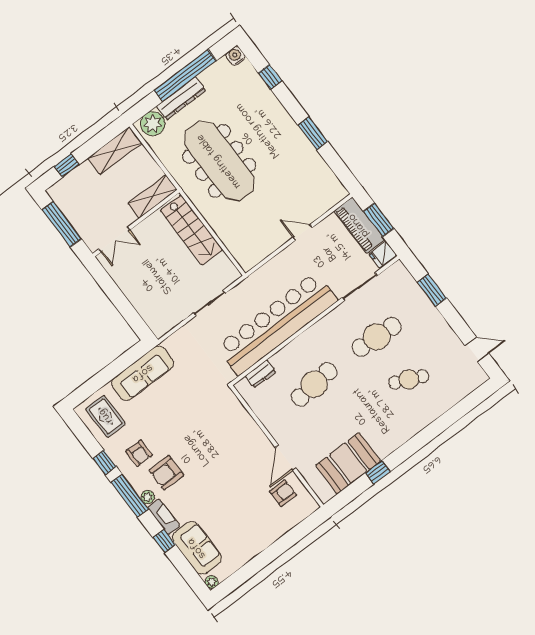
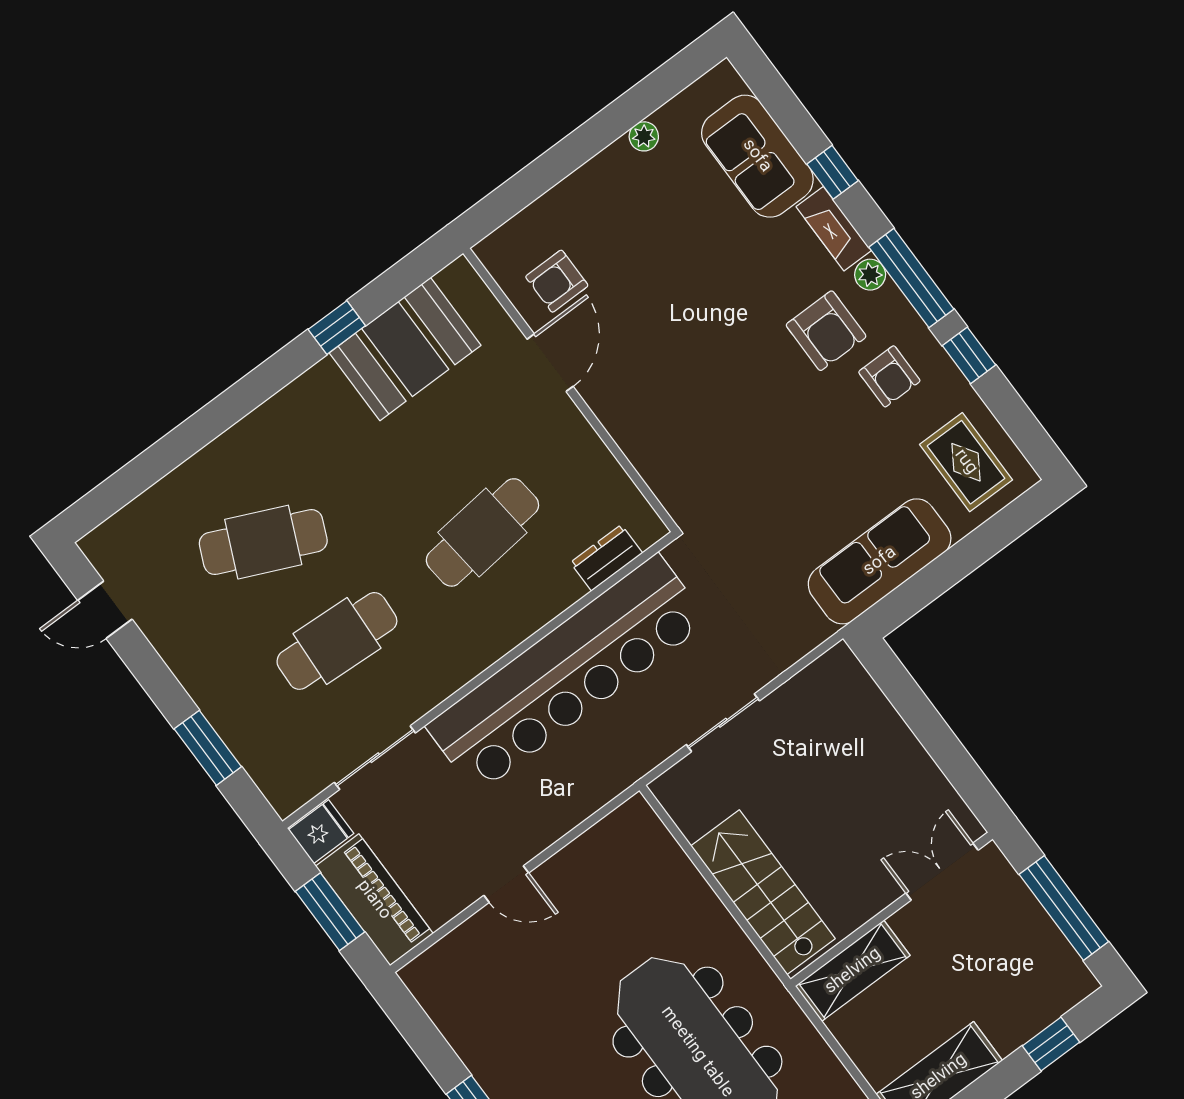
cafe table: (409, 379) -> (263, 542), width x1.37, depth x1.35
armchair: (139, 453) -> (889, 376), turned 180
armchair: (166, 473) -> (826, 331), turned 90
plant: (212, 582) -> (644, 136), moved

